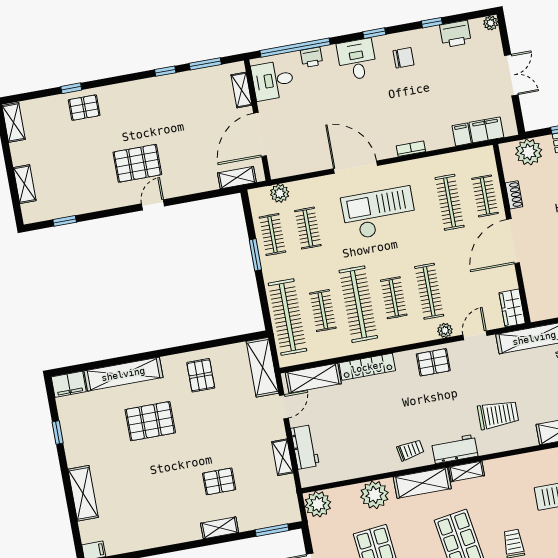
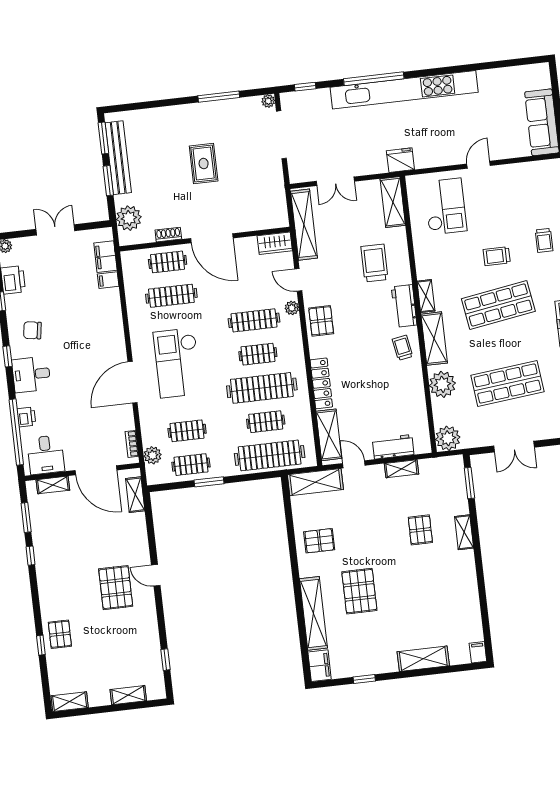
chair: (404, 58) -> (32, 330), turned -81
bookcase: (411, 149) -> (132, 444), moved

